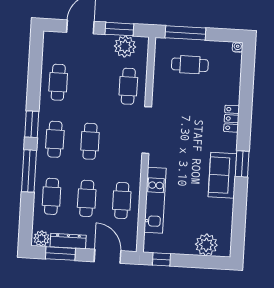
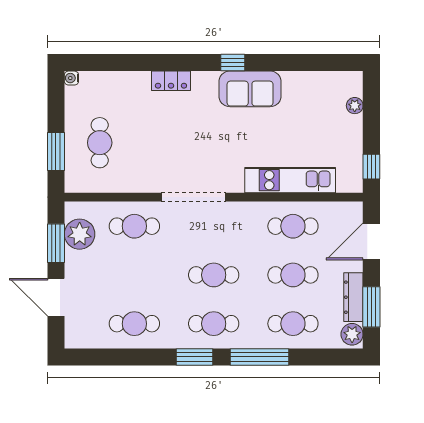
window: (185, 33) -> (56, 151), width x0.69
window: (242, 164) -> (233, 63), width x0.67
plant: (206, 245) -> (355, 106), width x0.53, depth x0.53

